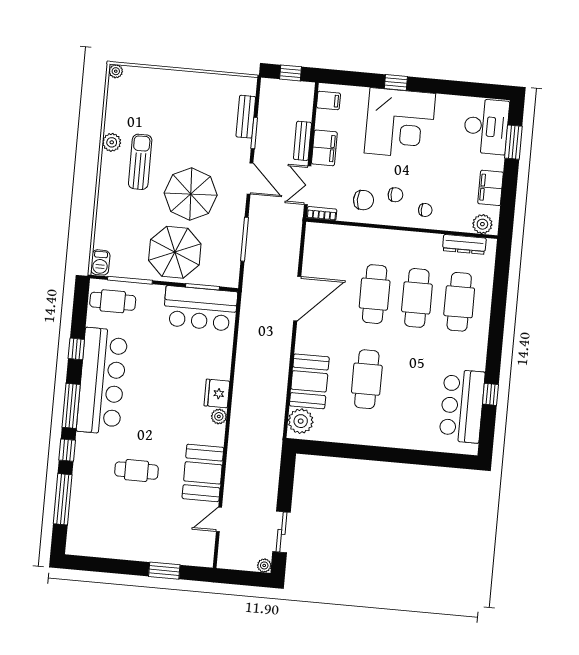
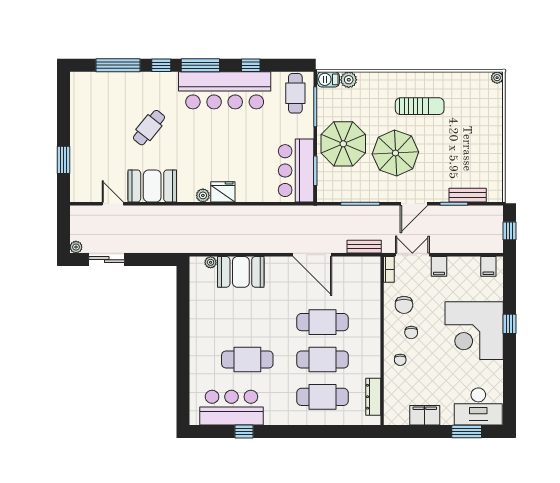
bench: (302, 141) -> (364, 247), moved
plant: (112, 142) -> (349, 80), moved
filing cabinet: (324, 148) -> (439, 266), width x0.50
plant: (482, 224) -> (392, 411), removed
cafe table: (367, 379) -> (247, 359), moved
plant: (301, 421) -> (211, 262), width x0.53, depth x0.53
cafe table: (136, 471) -> (149, 128), turned 39

